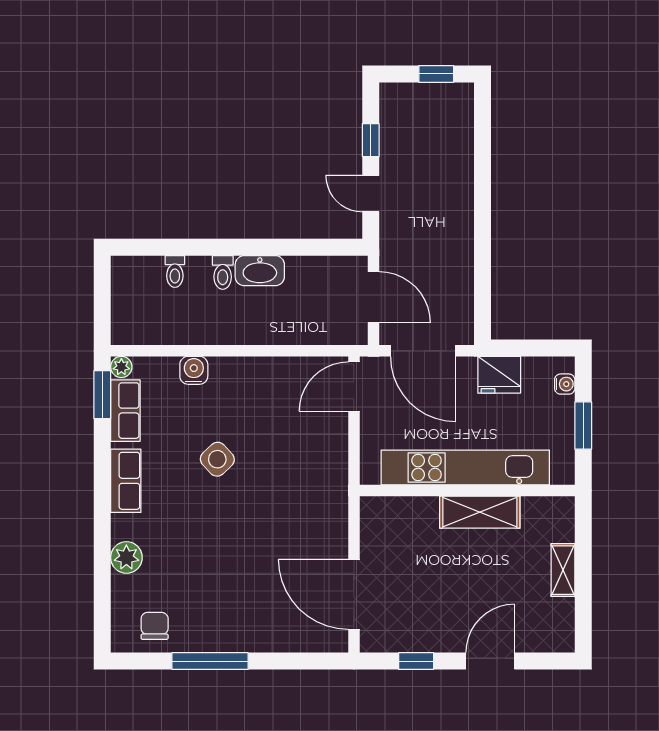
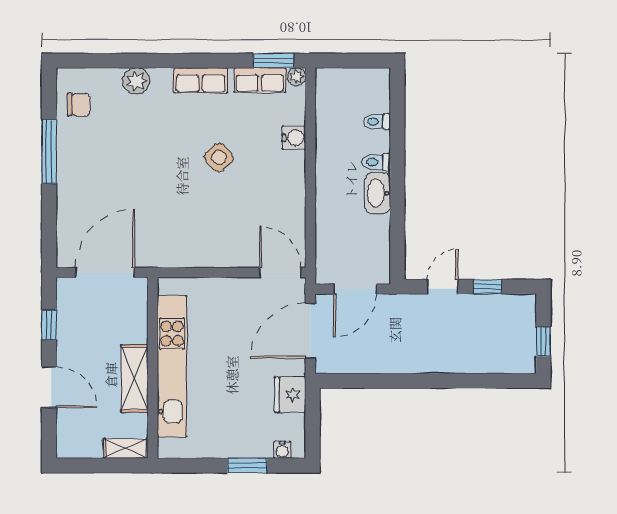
kitchen unit: (465, 468) -> (172, 366), moved
wall: (467, 491) -> (153, 368), moved
shelving: (480, 512) -> (134, 378), moved

